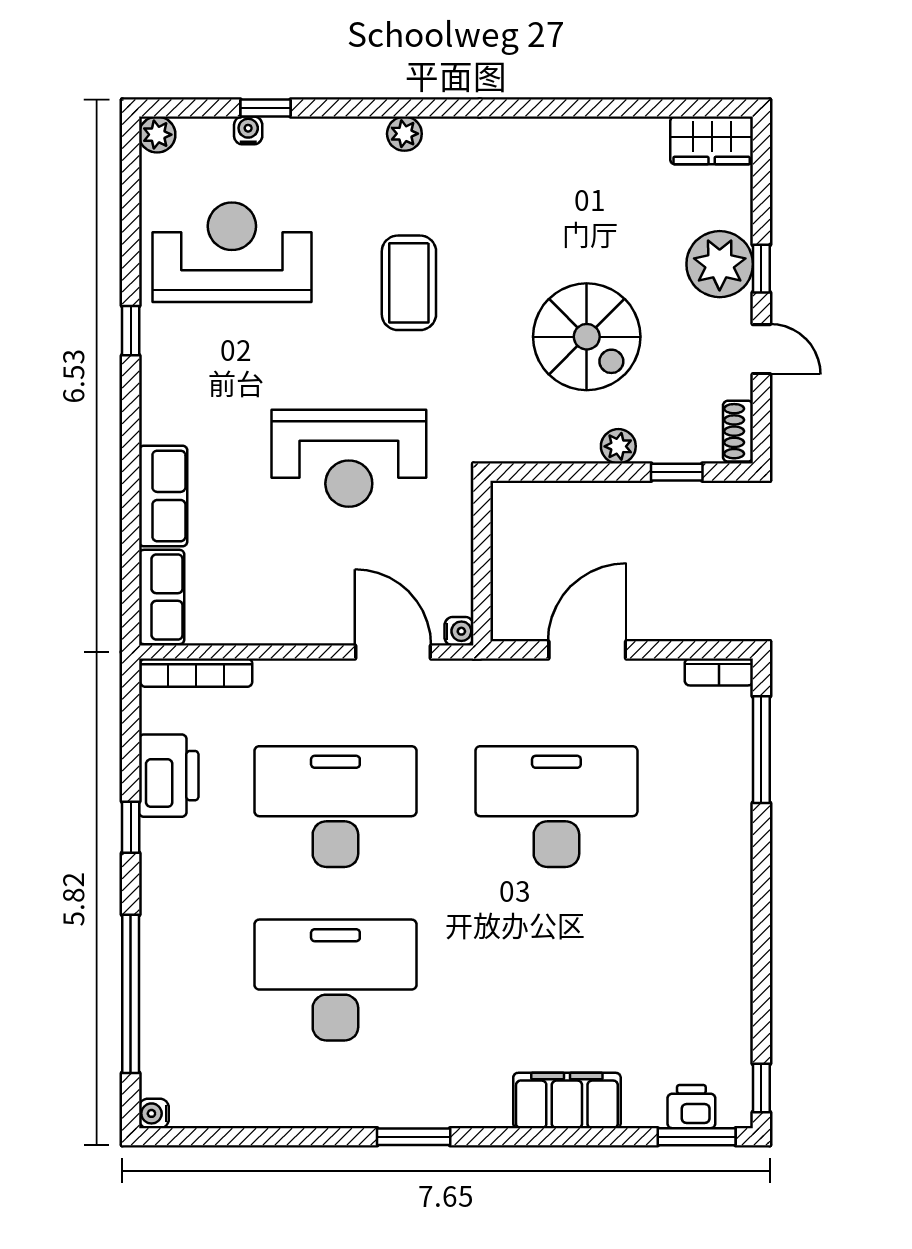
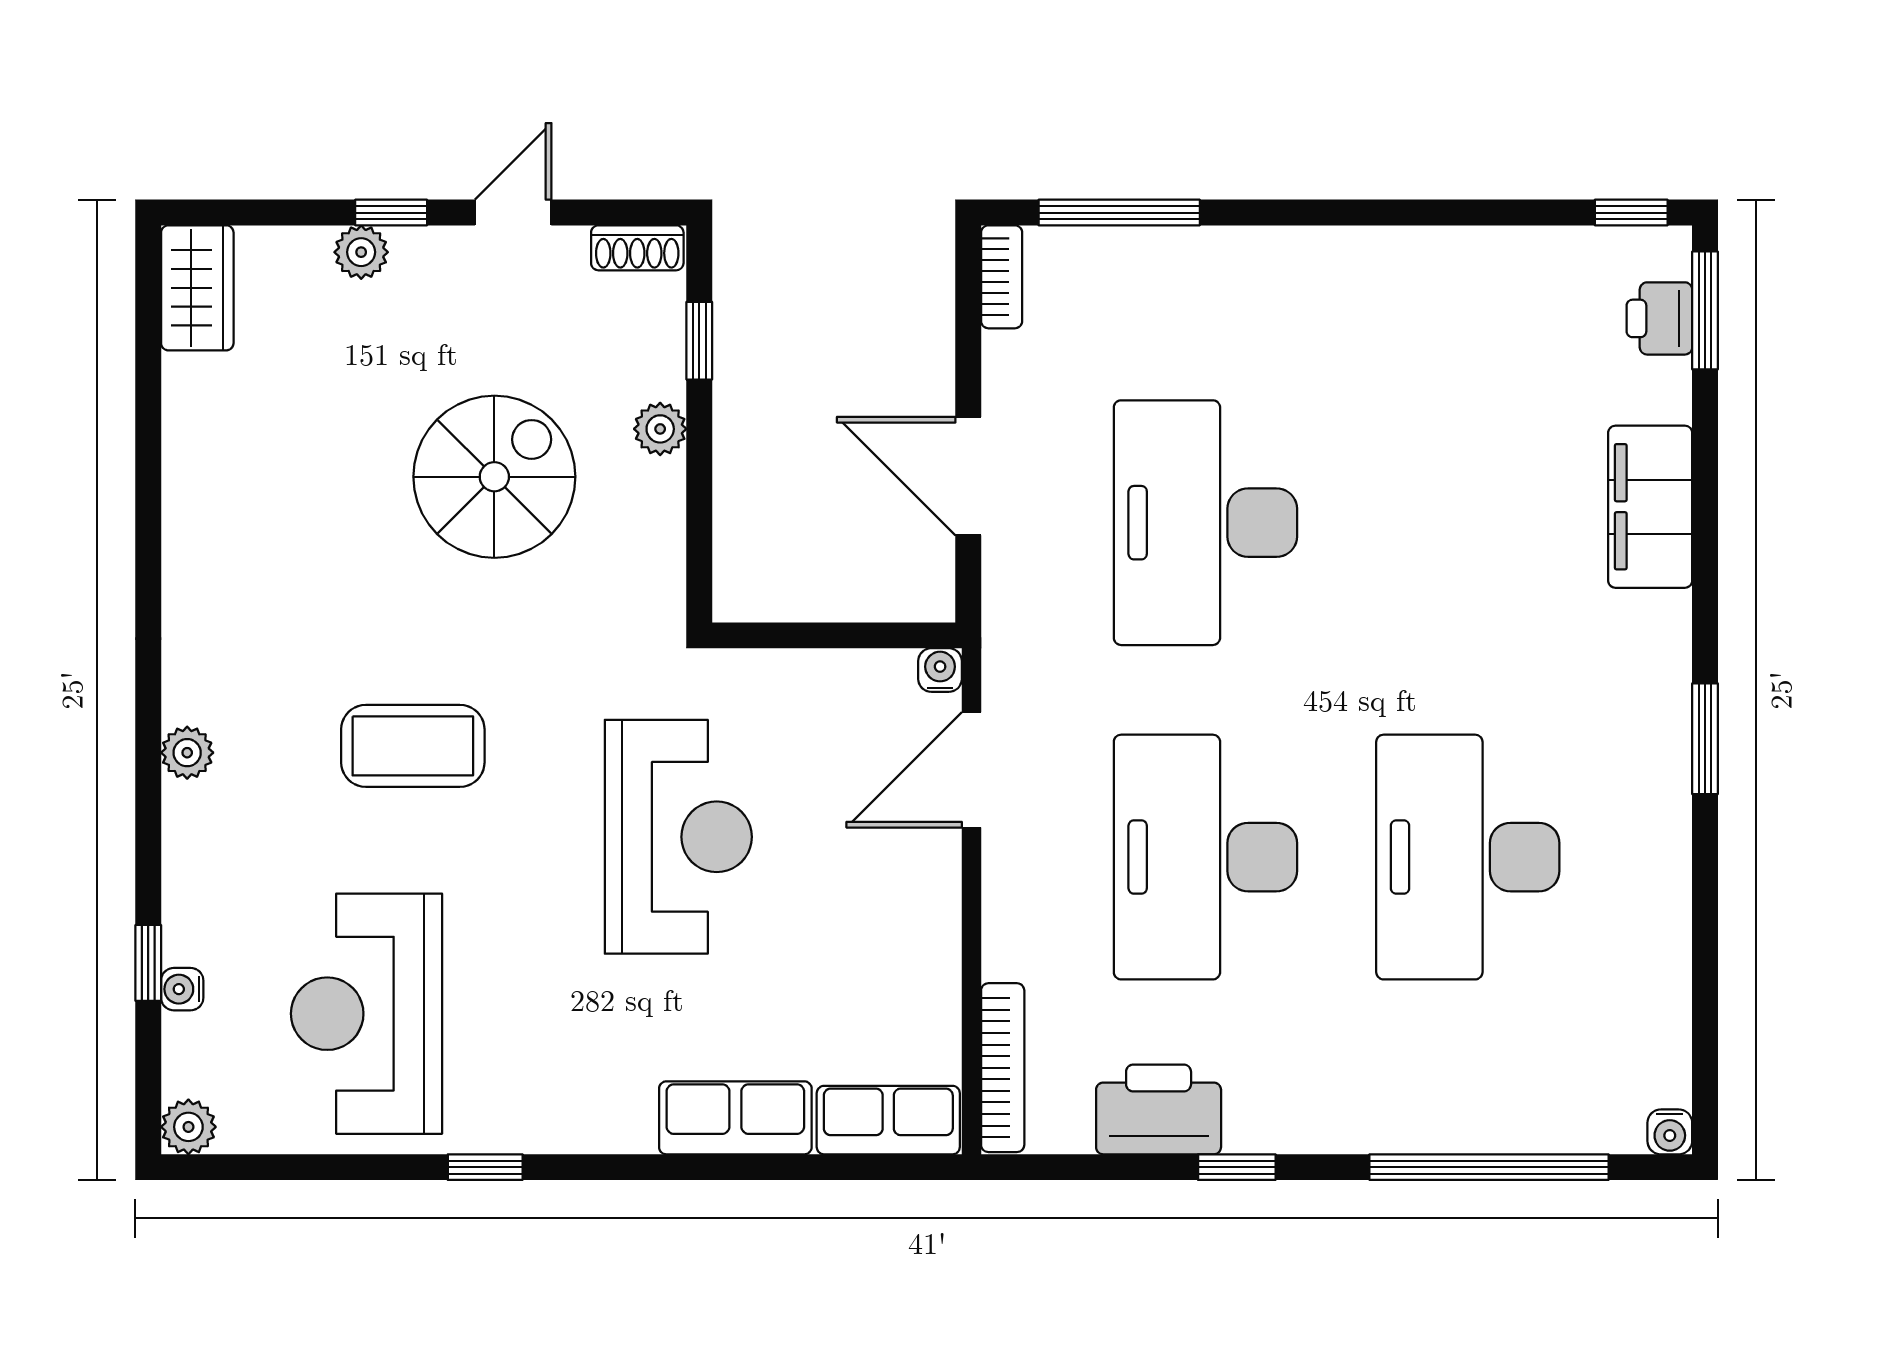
plant: (720, 264) -> (361, 252), width x0.53, depth x0.53

